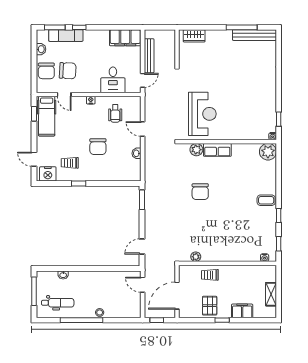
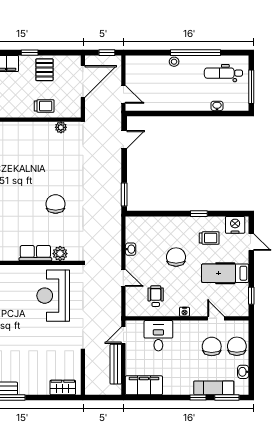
chair: (68, 71) -> (212, 346), turned 87
hospital bed: (47, 116) -> (225, 273), moved, turned -90

